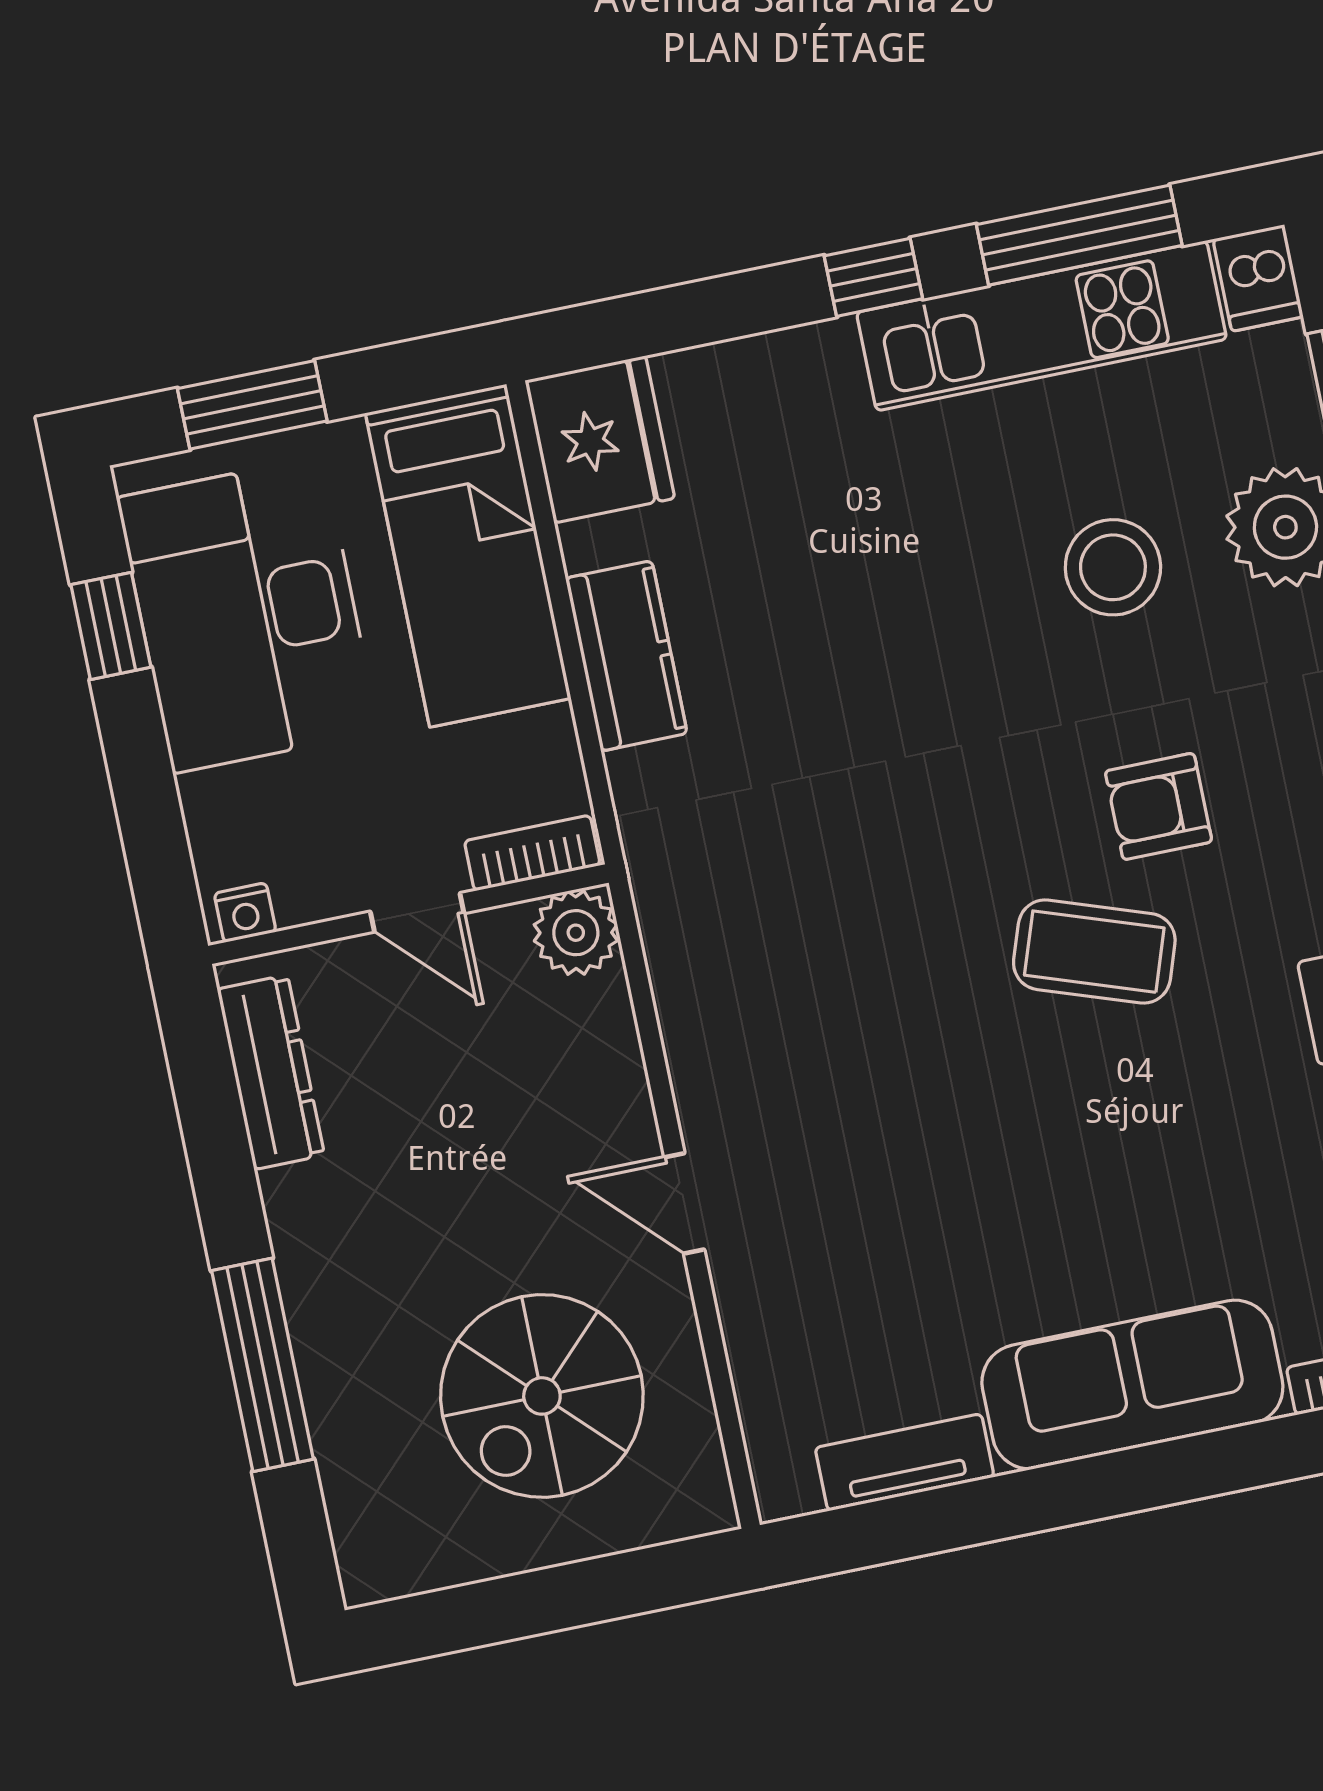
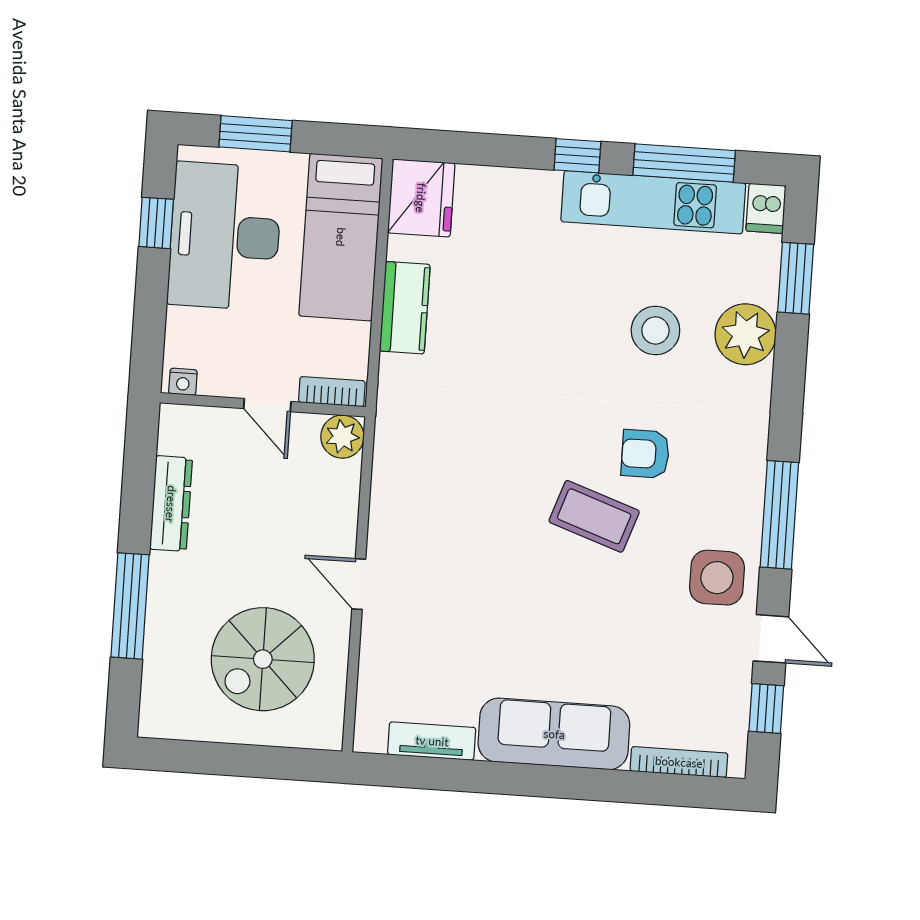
dresser: (271, 1072) -> (171, 504), moved

